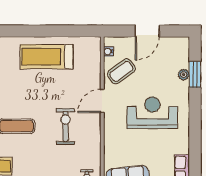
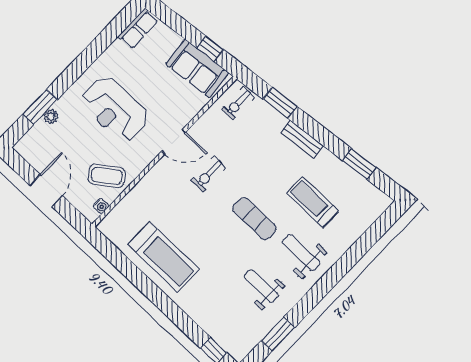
door: (147, 31) -> (46, 191), hinge flipped
door: (102, 101) -> (174, 142), moved
exercise bike: (65, 126) -> (209, 174), width x0.73, depth x0.72

